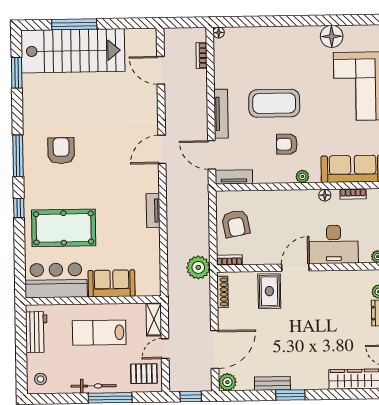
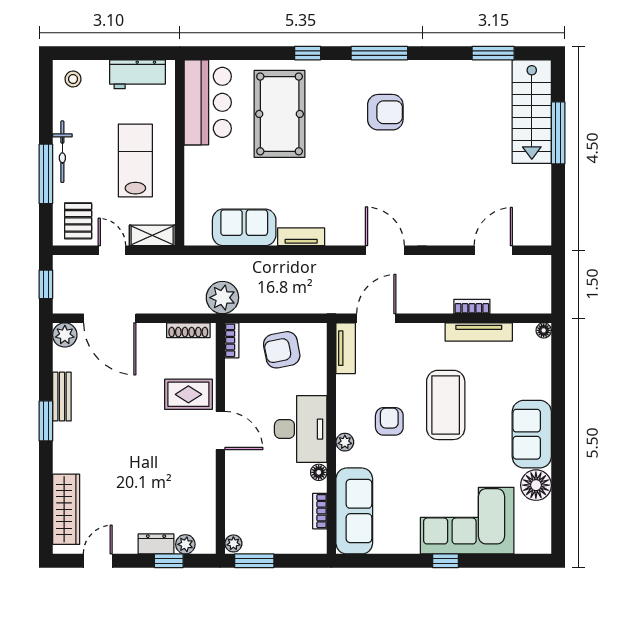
sofa: (294, 40) -> (532, 434), added
stairs: (73, 51) -> (532, 112), width x0.73, depth x0.66
bookcase: (202, 56) -> (472, 307), moved
tv unit: (221, 114) -> (479, 332), moved
desk: (334, 244) -> (301, 429), moved, turned 180
sofa: (112, 283) -> (244, 227), moved, turned -90

